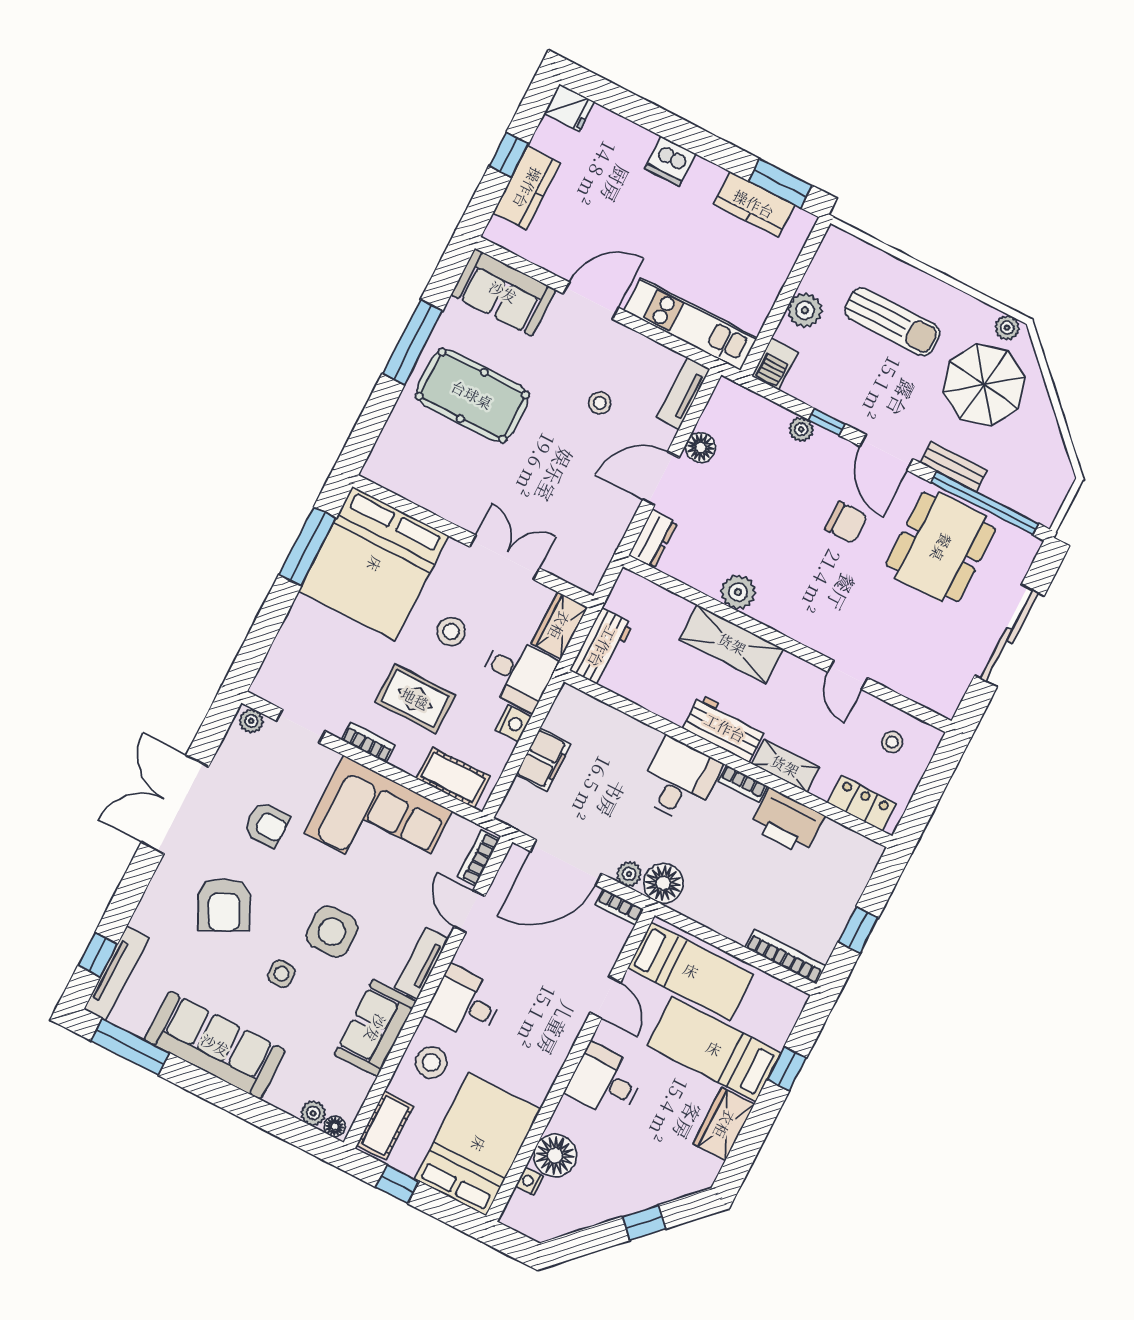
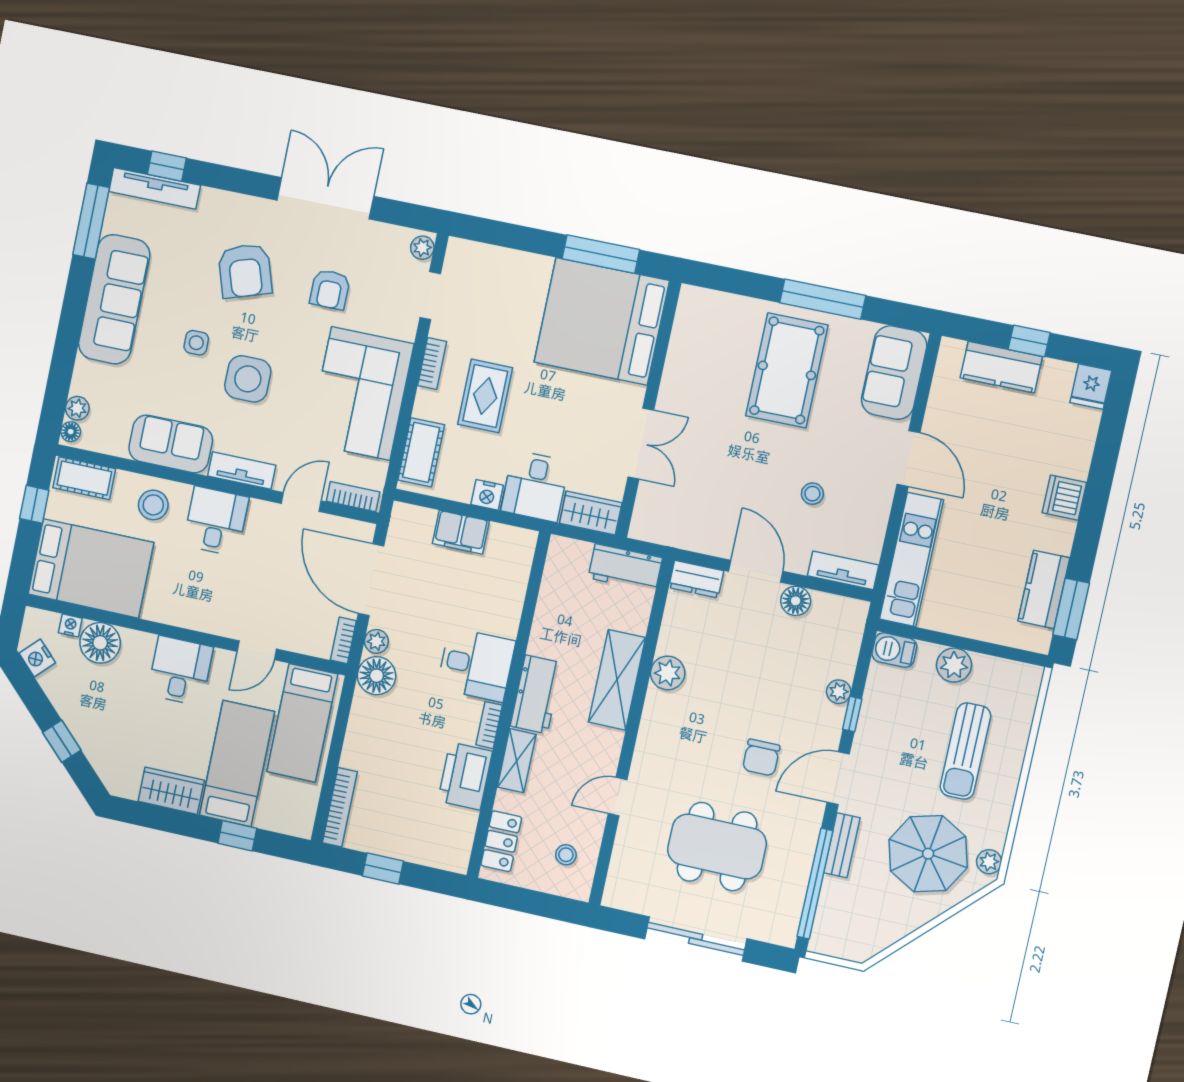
dining table: (941, 547) -> (717, 847), moved
stool: (451, 632) -> (557, 413), removed
workbench: (602, 647) -> (625, 568), moved
armchair: (224, 905) -> (245, 271), turned -81
nightstand: (553, 1225) -> (37, 658), added

